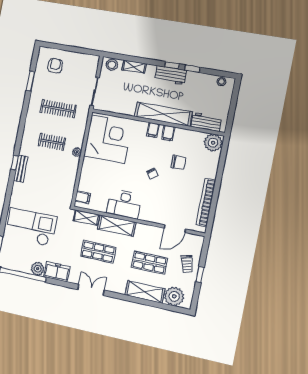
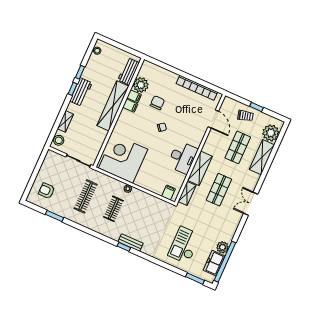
filing cabinet: (153, 130) -> (134, 96), moved
plant: (213, 143) -> (141, 85), moved
checkout: (31, 227) -> (184, 245), width x0.73, depth x0.83
freezer: (57, 272) -> (214, 263), moved

